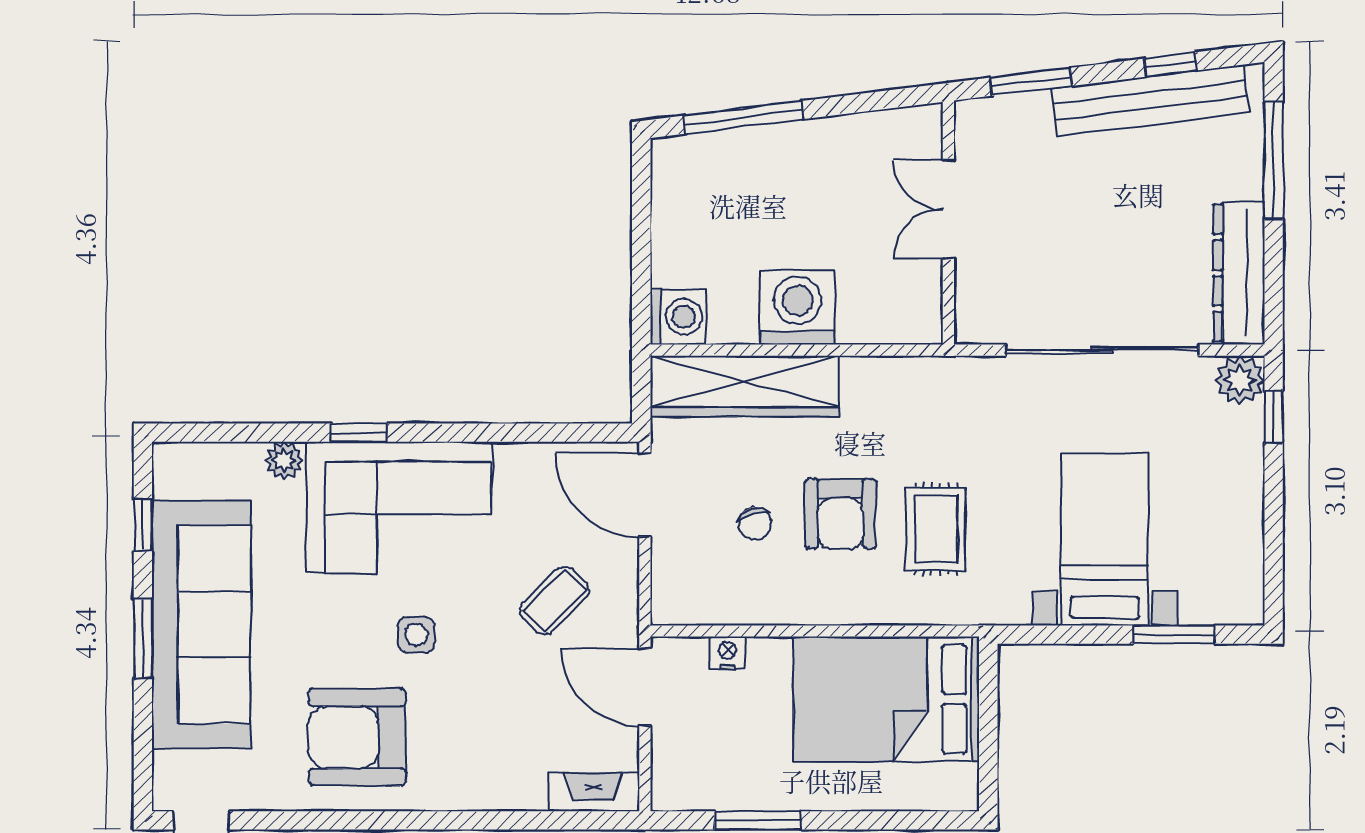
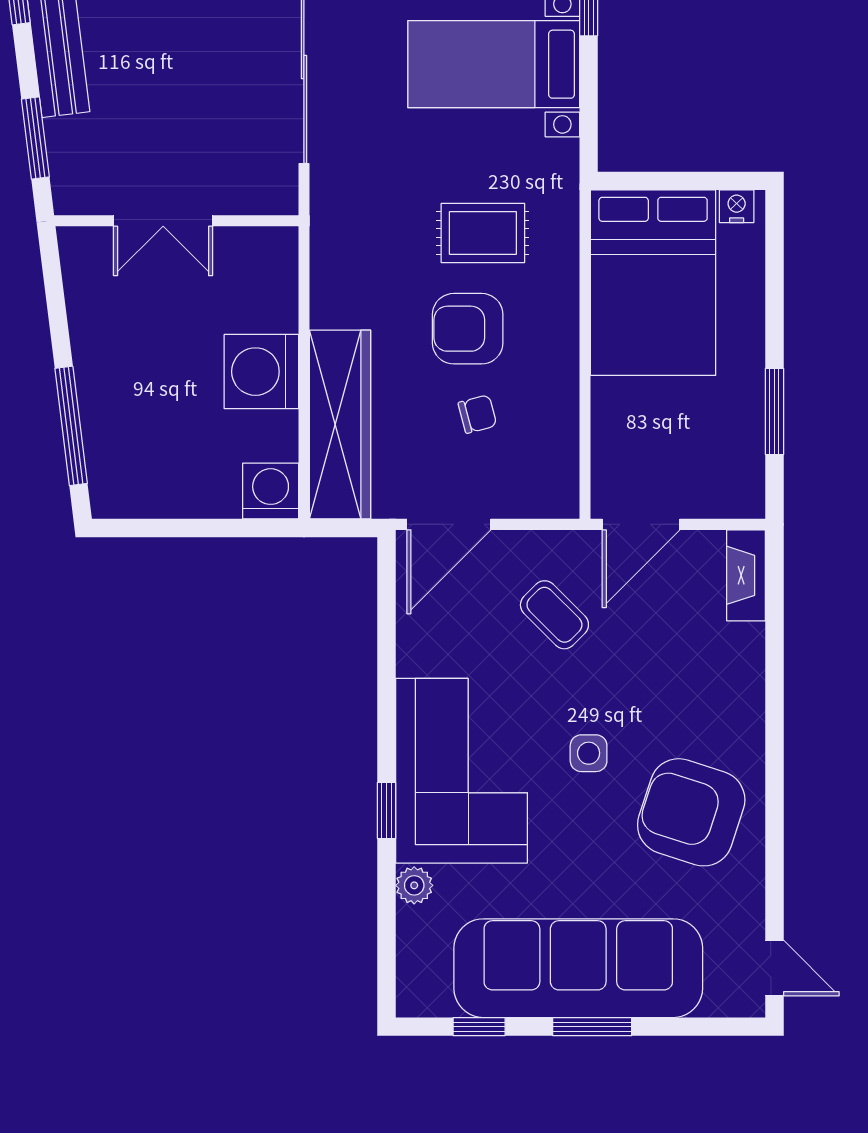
armchair: (840, 514) -> (468, 329), turned 180
nightstand: (727, 653) -> (737, 206), moved, turned 90
armchair: (357, 737) -> (691, 812), turned 108

